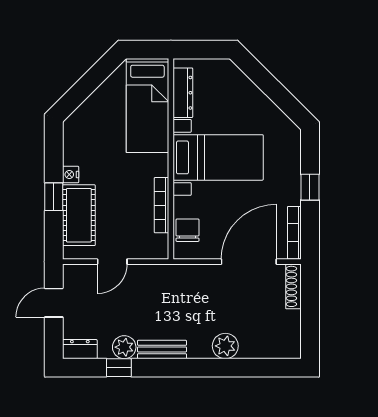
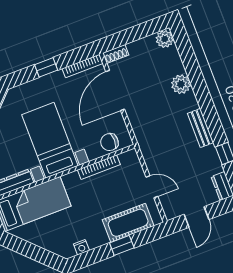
nightstand: (71, 174) -> (81, 247), moved
door: (249, 262) -> (115, 90), hinge flipped
shoe rack: (293, 286) -> (116, 54), width x0.70
door: (54, 303) -> (197, 217), hinge flipped
plant: (124, 347) -> (165, 39), moved

